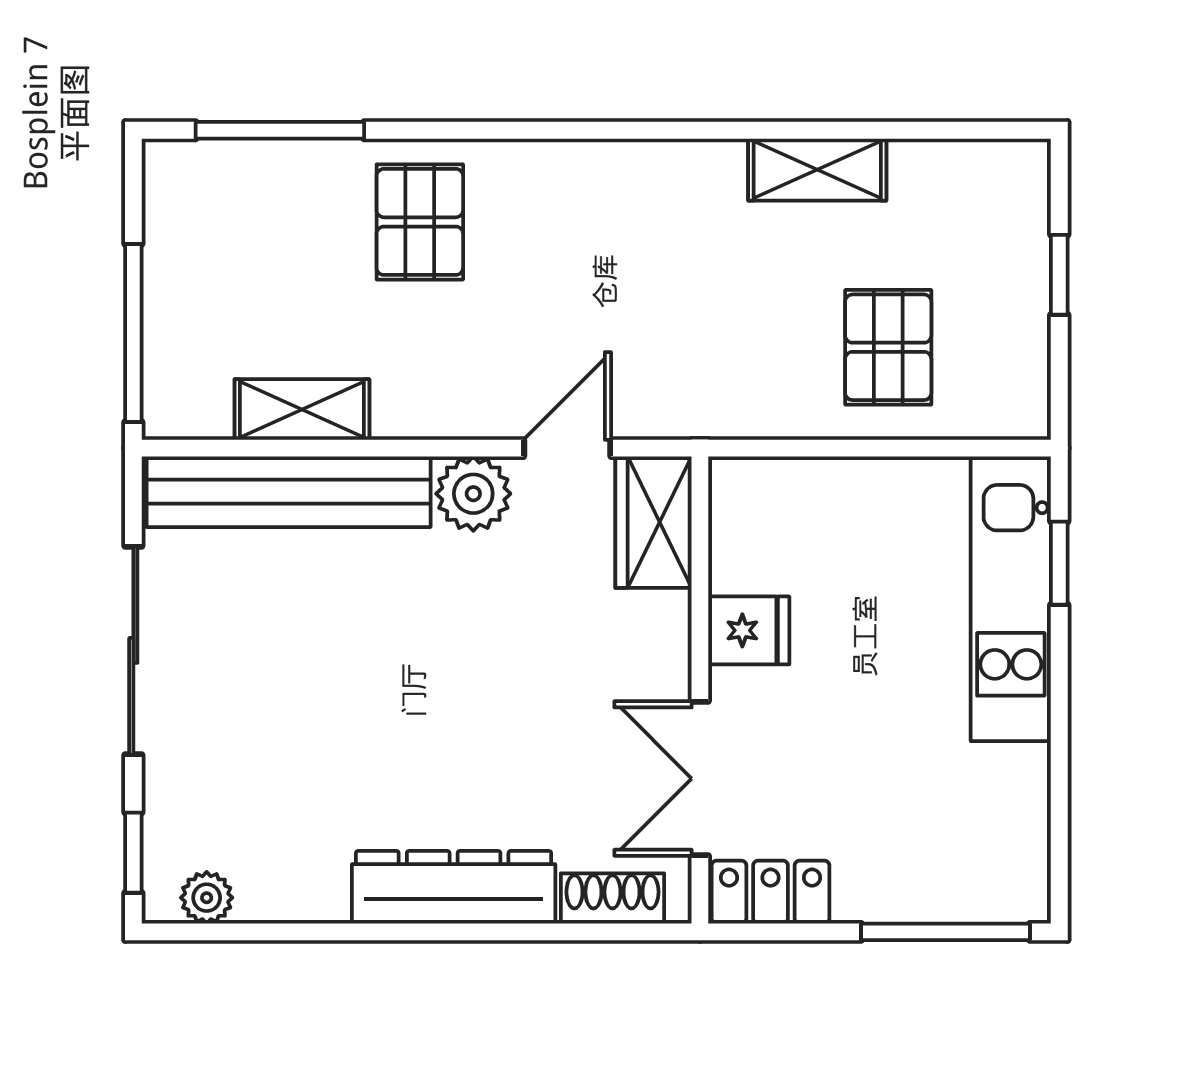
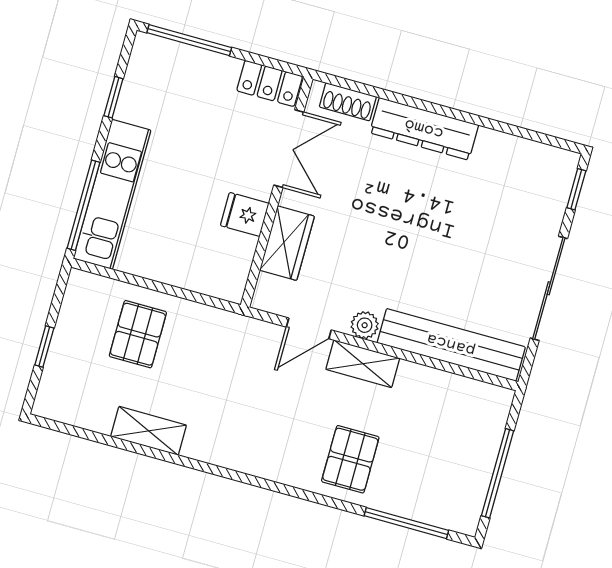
window: (133, 333) -> (498, 473), moved
shelving: (302, 410) -> (363, 364), moved
plant: (473, 494) -> (365, 325), width x0.73, depth x0.73
wardrobe: (654, 522) -> (287, 243), moved
window: (1059, 563) -> (83, 205), width x2.17
window: (1059, 784) -> (113, 97), added
plant: (207, 898) -> (546, 157), removed

